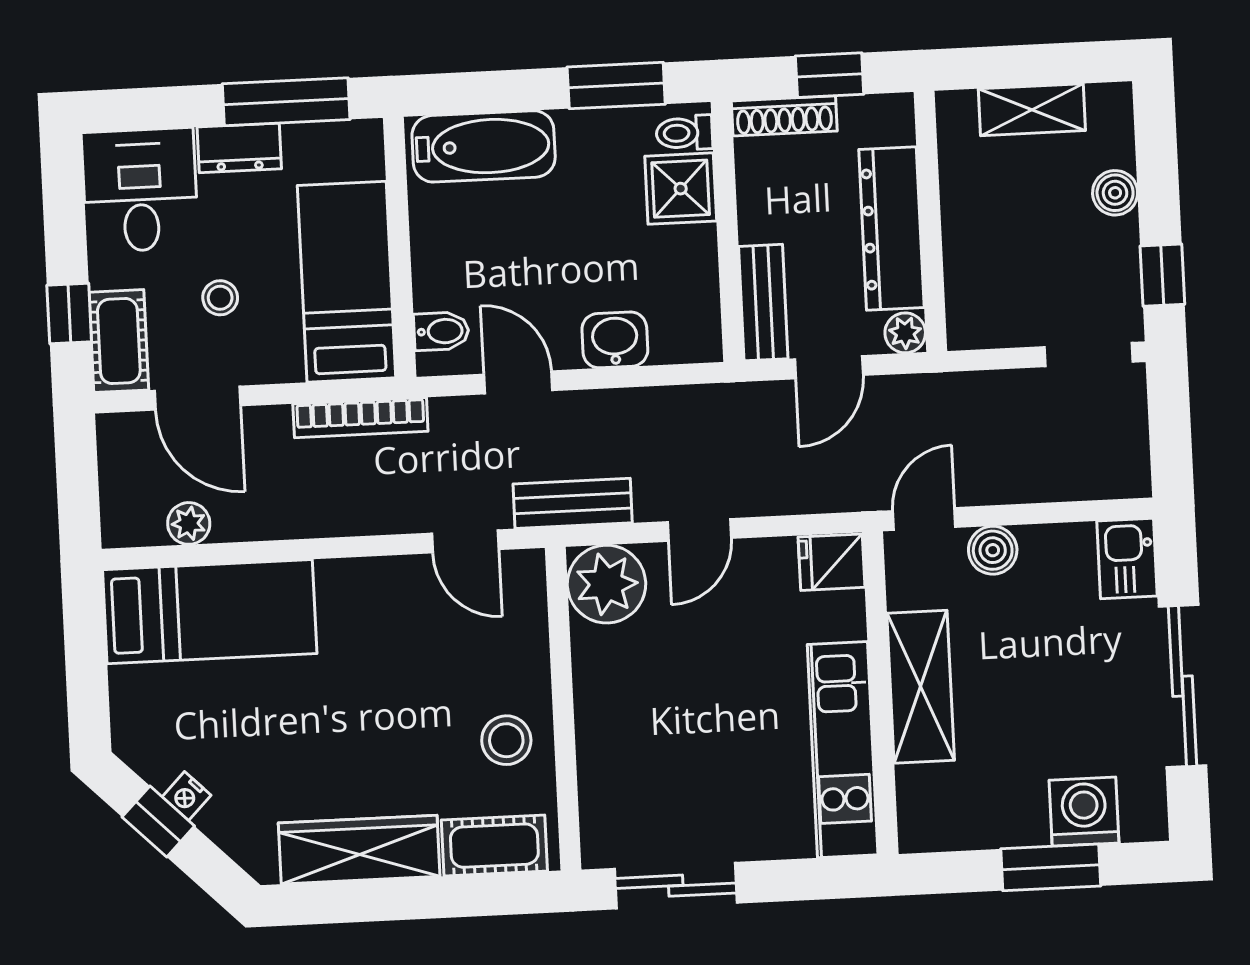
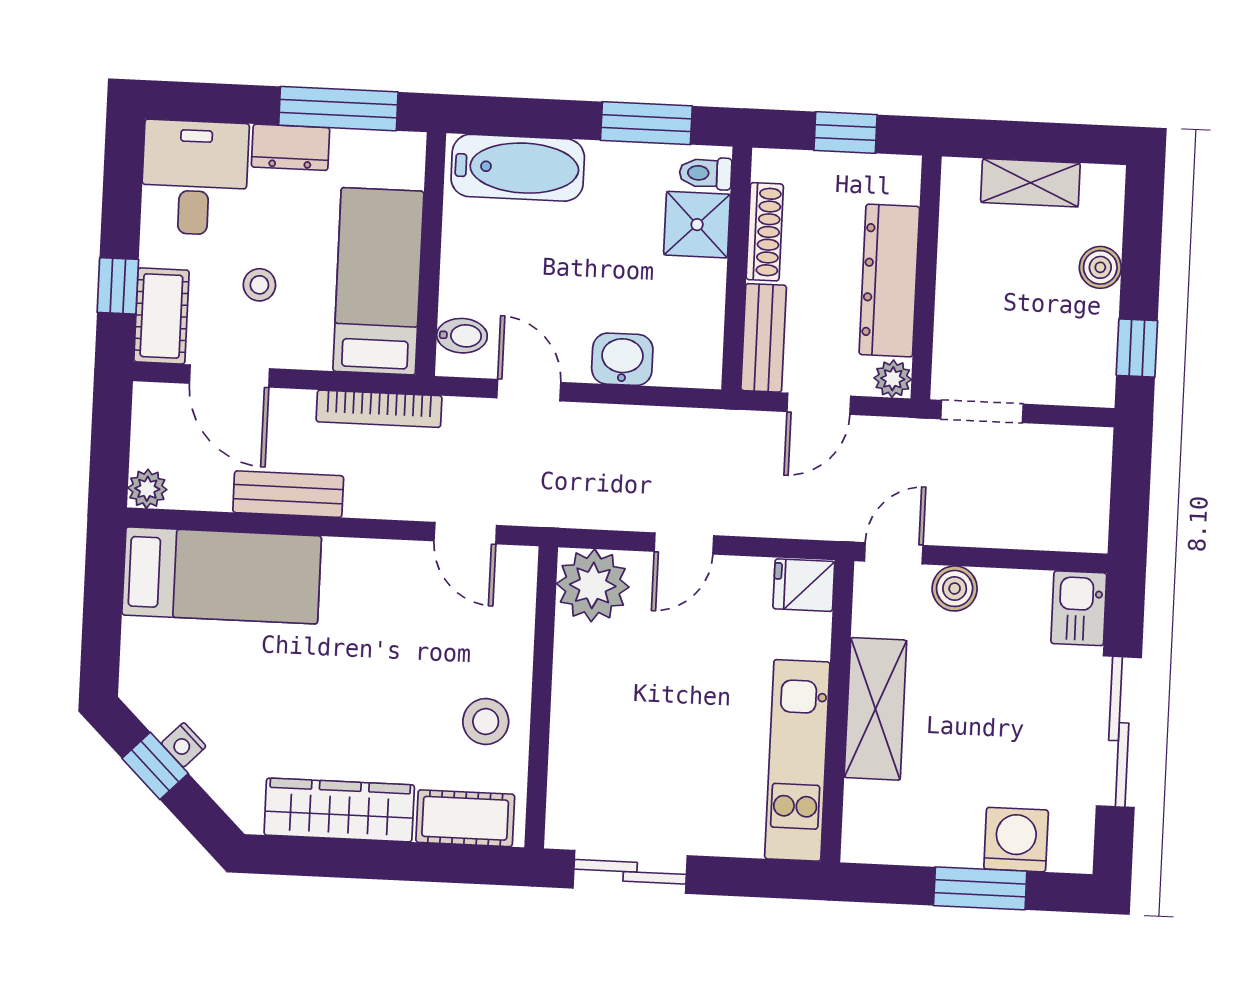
shoe rack: (784, 116) -> (765, 232), moved, turned -90
doorway: (1089, 354) -> (982, 411), moved
bench: (573, 503) -> (288, 494), moved
plant: (189, 523) -> (147, 489), moved

